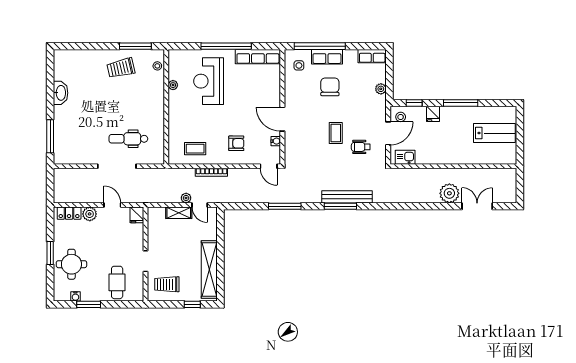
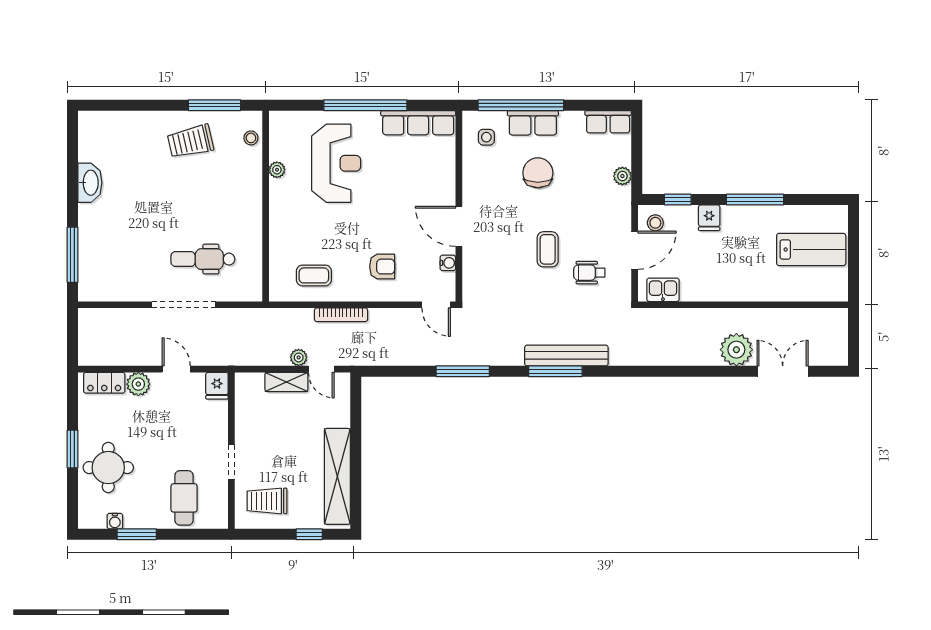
reception desk: (209, 81) -> (336, 163), turned 180

